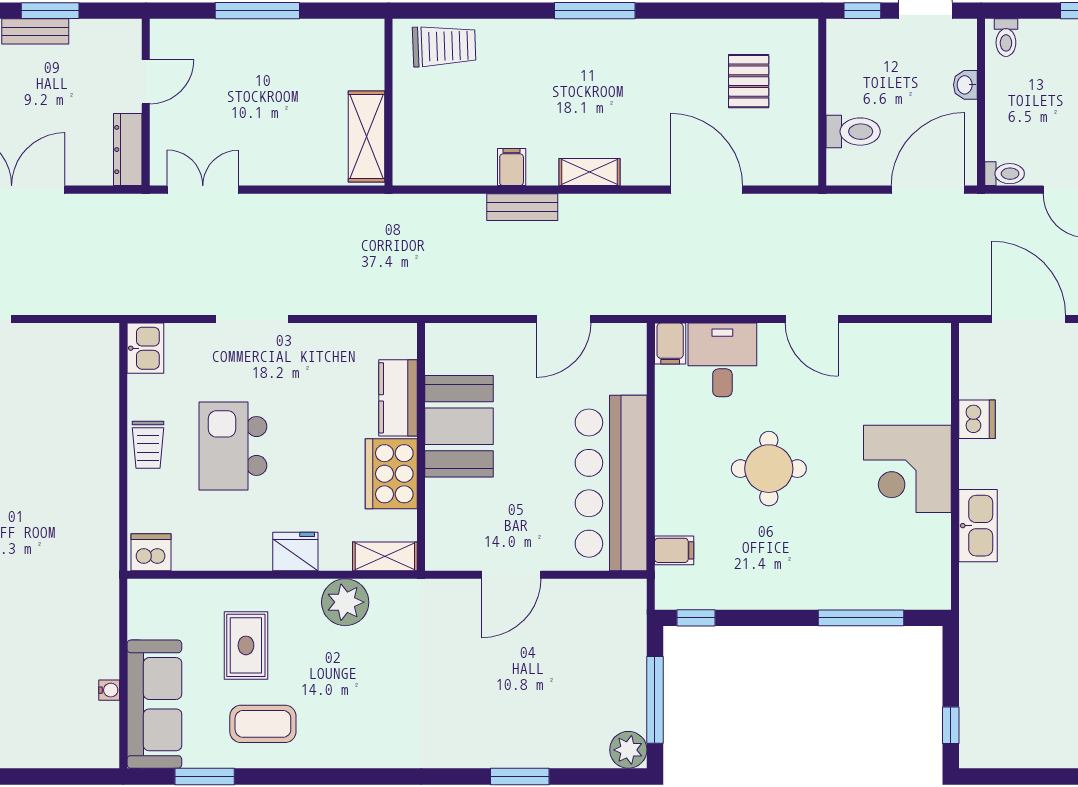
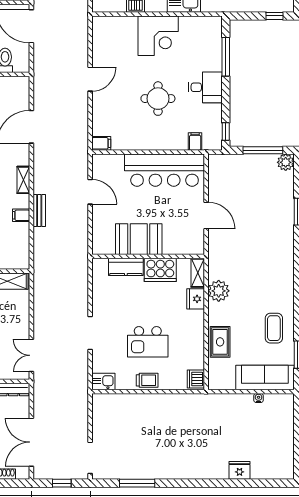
desk: (722, 360) -> (205, 87), moved, turned 180
fridge: (295, 551) -> (196, 299), moved
rug: (246, 645) -> (220, 342), moved, turned 90

